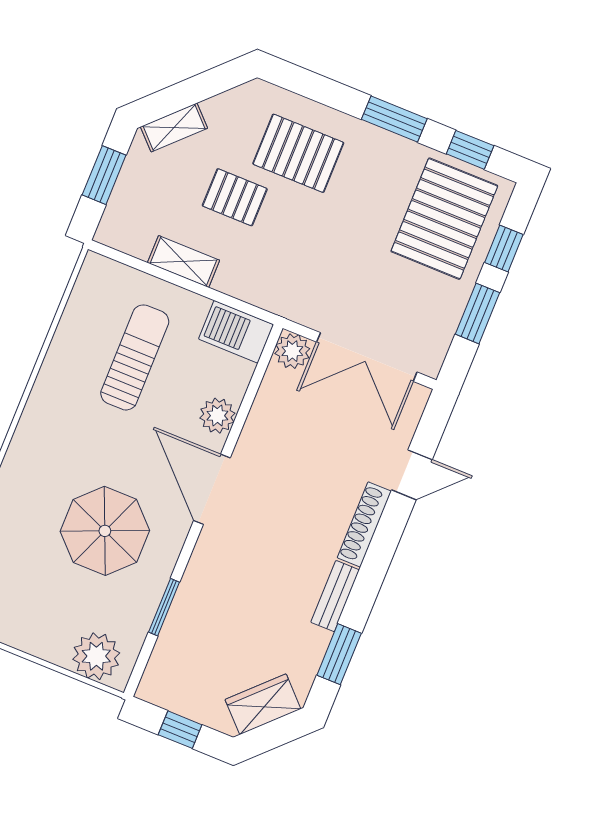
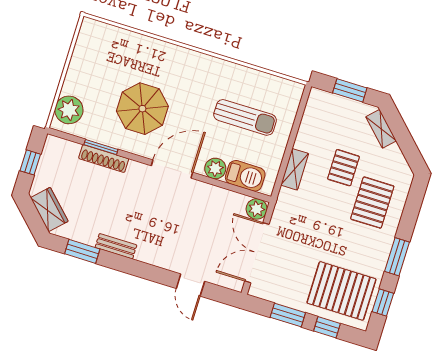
shelving: (184, 261) -> (295, 169), moved
barbecue: (236, 332) -> (245, 176), moved, turned 90
shoe rack: (364, 524) -> (104, 159), moved, turned 180

